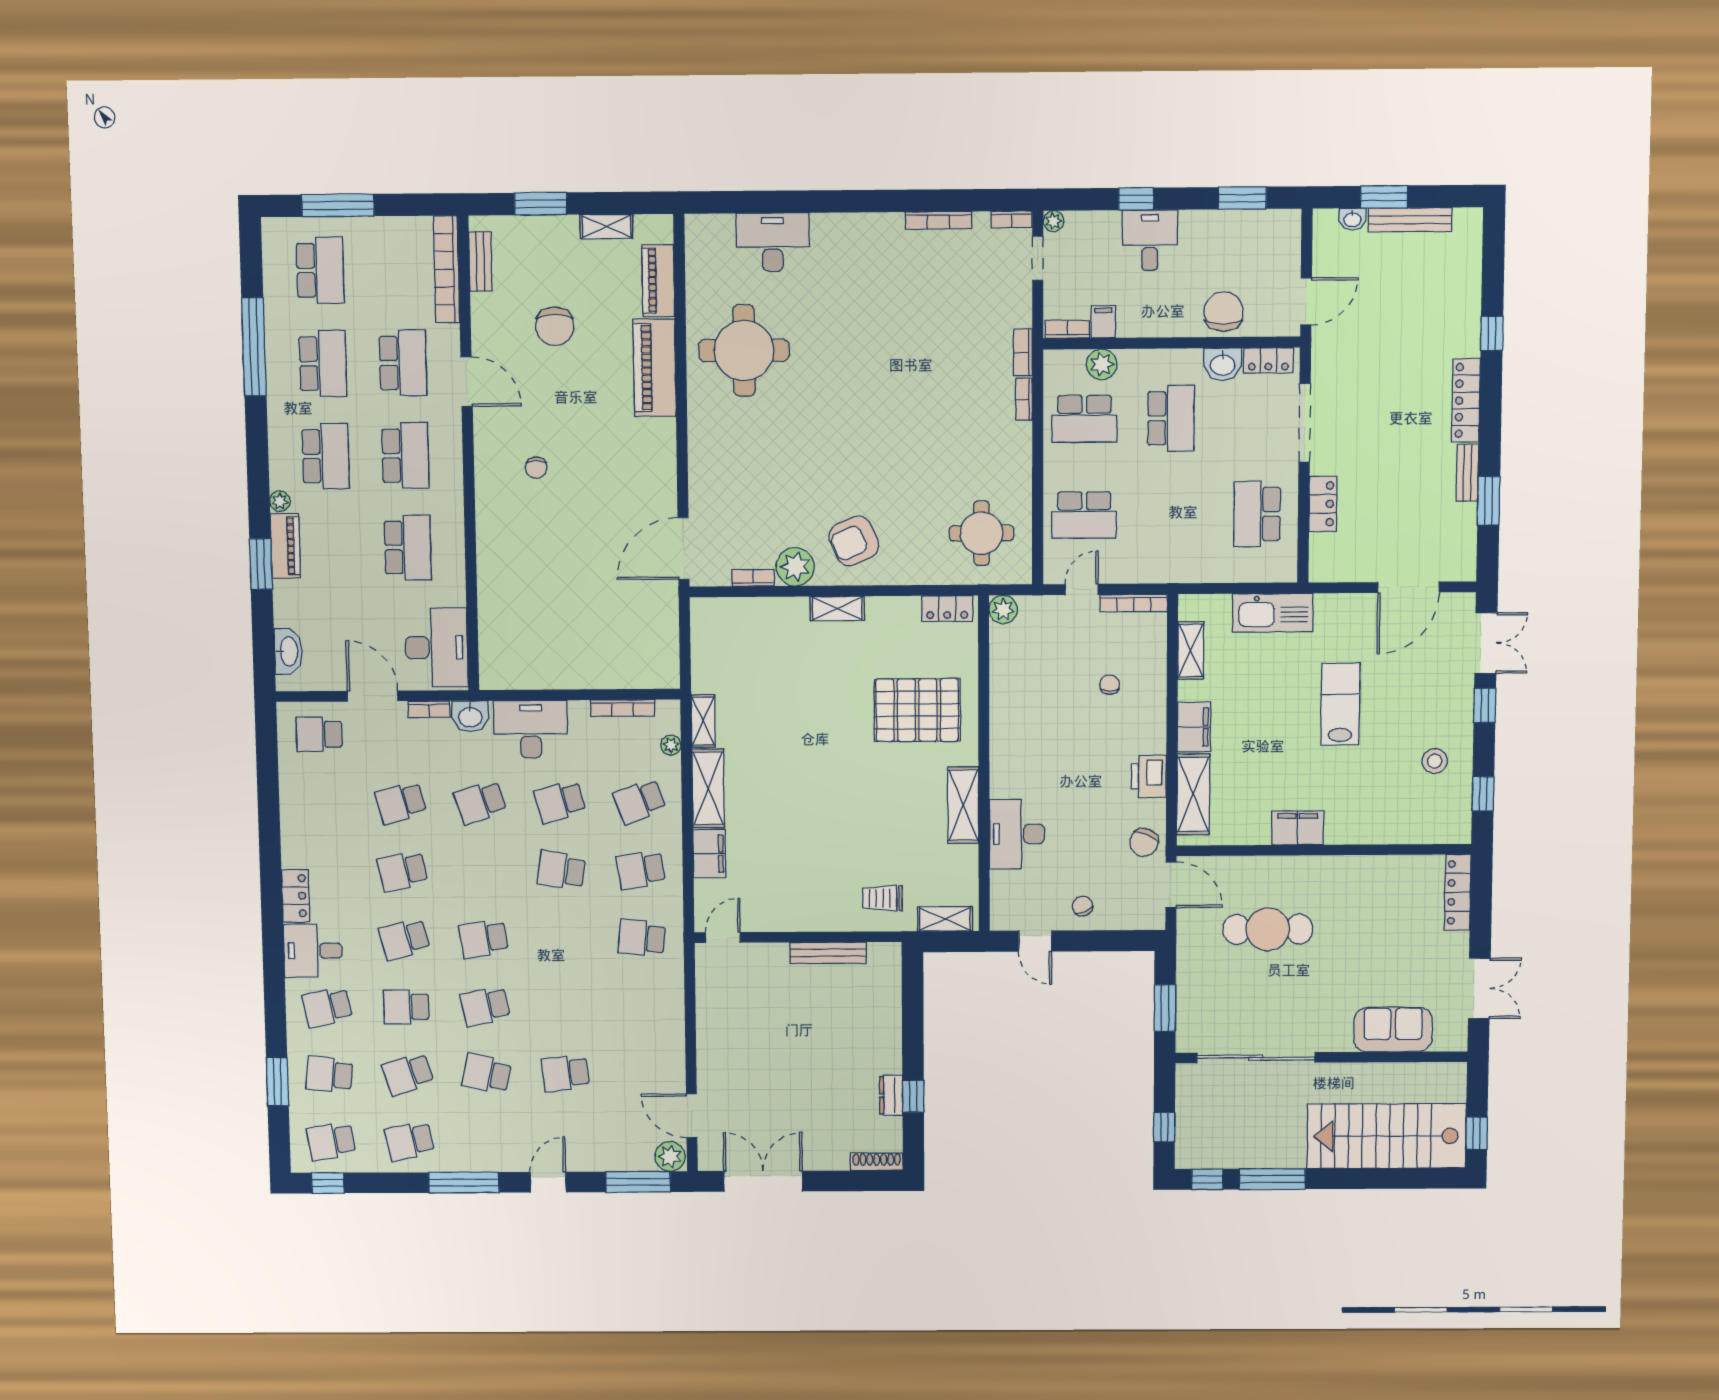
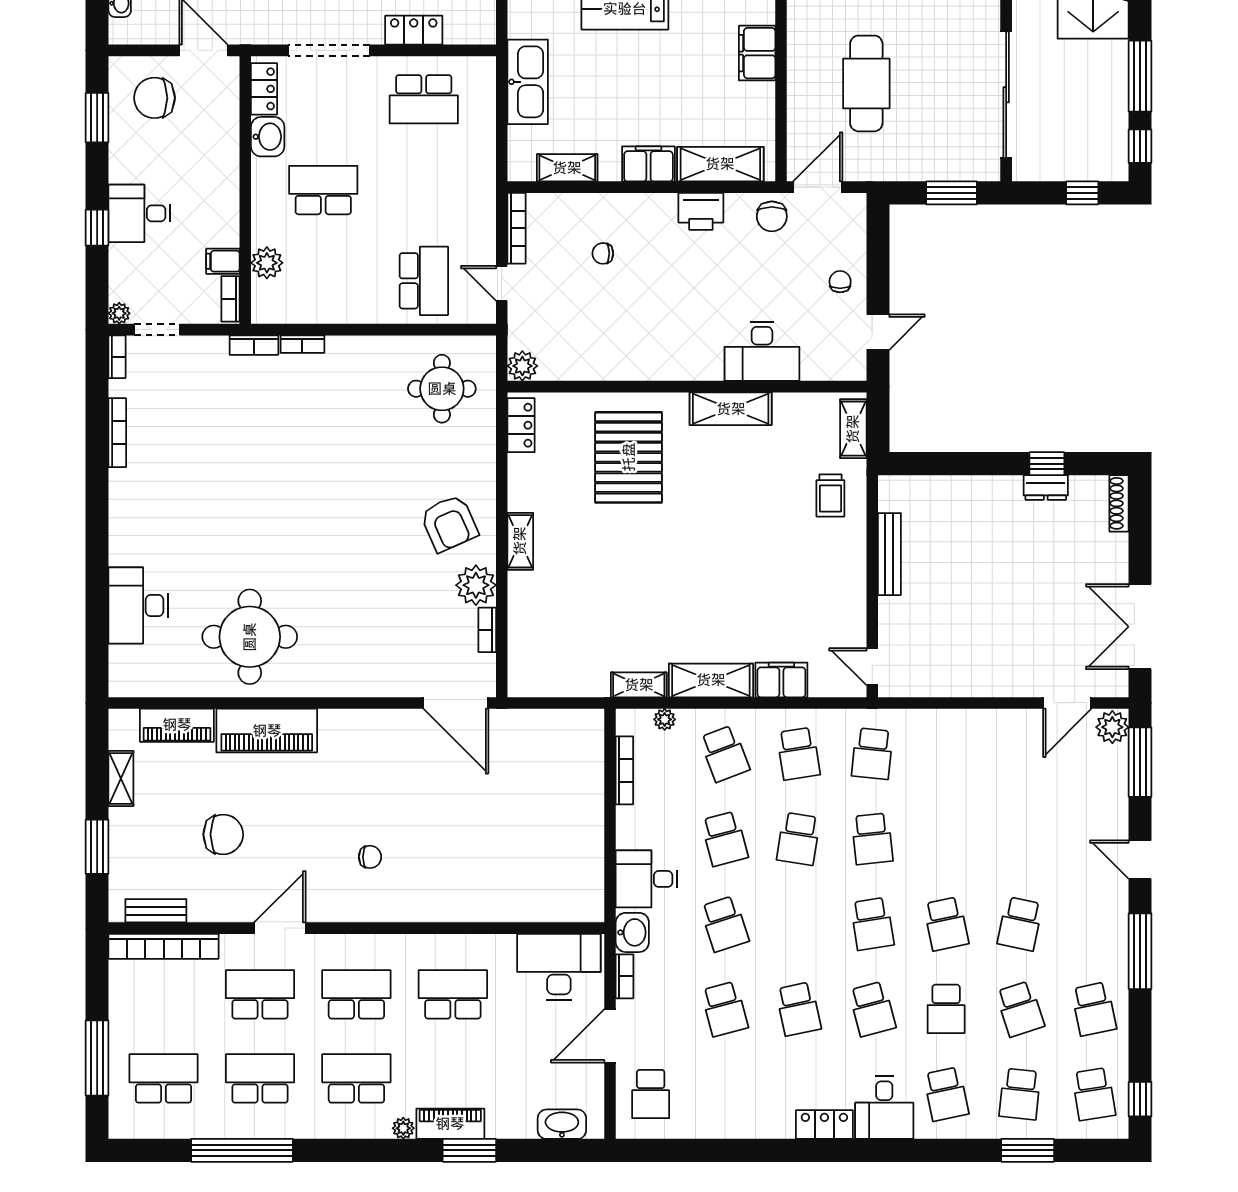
chair: (1224, 312) -> (154, 98), moved
school desk: (1084, 419) -> (323, 281), removed
desk: (531, 729) -> (647, 879), width x0.73
chair: (1144, 842) -> (772, 216), turned 66
chair: (1082, 906) -> (840, 282), turned 113
school desk: (565, 1073) -> (872, 839), moved

